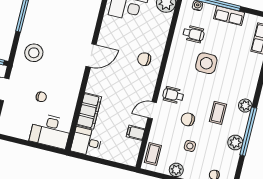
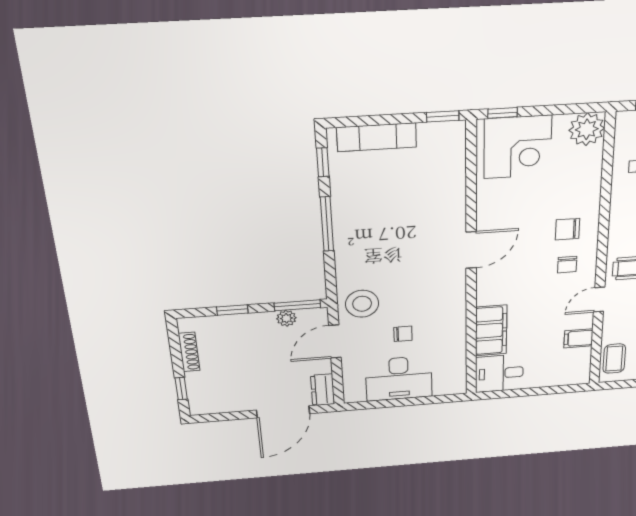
stool: (34, 53) -> (362, 304), moved
chair: (139, 81) -> (567, 265), added
desk: (51, 131) -> (399, 379), moved

